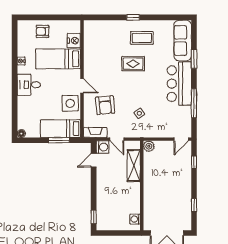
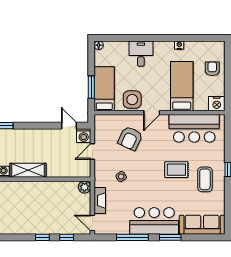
nightstand: (74, 41) -> (217, 104), moved
bar counter: (96, 48) -> (194, 128), added
window: (194, 59) -> (170, 237), moved
rug: (133, 64) -> (176, 170), turned 90
desk: (29, 85) -> (141, 54), moved
armchair: (105, 105) -> (130, 138), turned -60
fireplace: (95, 132) -> (100, 201), moved
shelving: (134, 166) -> (28, 170), moved
window: (194, 205) -> (42, 237), moved

